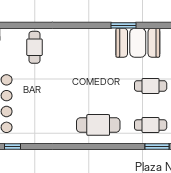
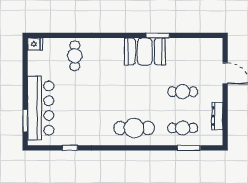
booth: (138, 43) -> (145, 52), moved
window: (12, 146) -> (70, 148), moved

